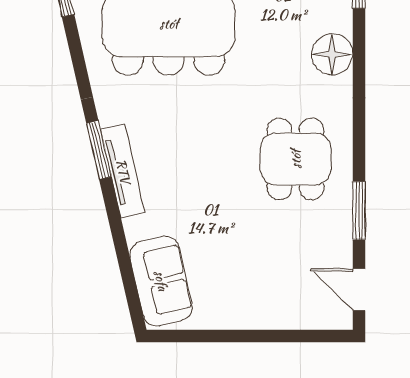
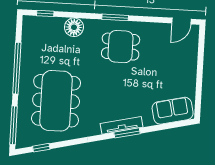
window: (99, 150) -> (127, 133), moved
window: (359, 211) -> (115, 17), moved

